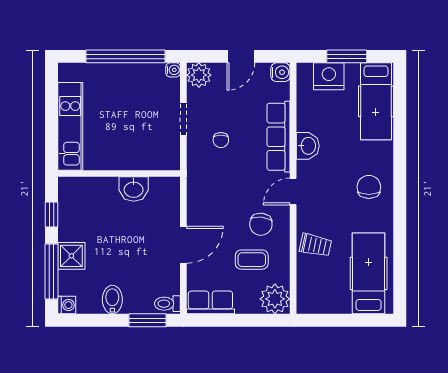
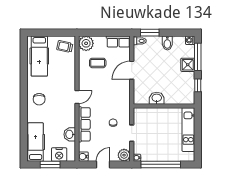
washbasin: (308, 146) -> (70, 134), moved
chair: (261, 224) -> (93, 81), removed
trolley: (315, 245) -> (65, 47), moved

